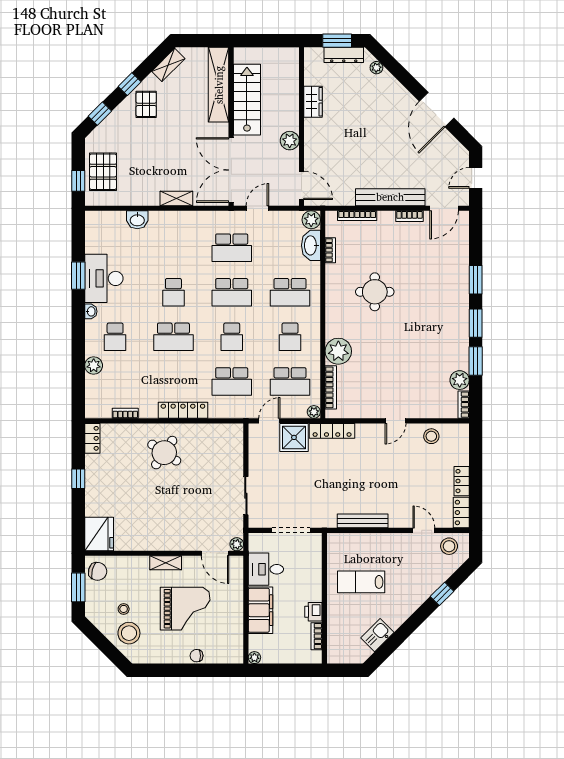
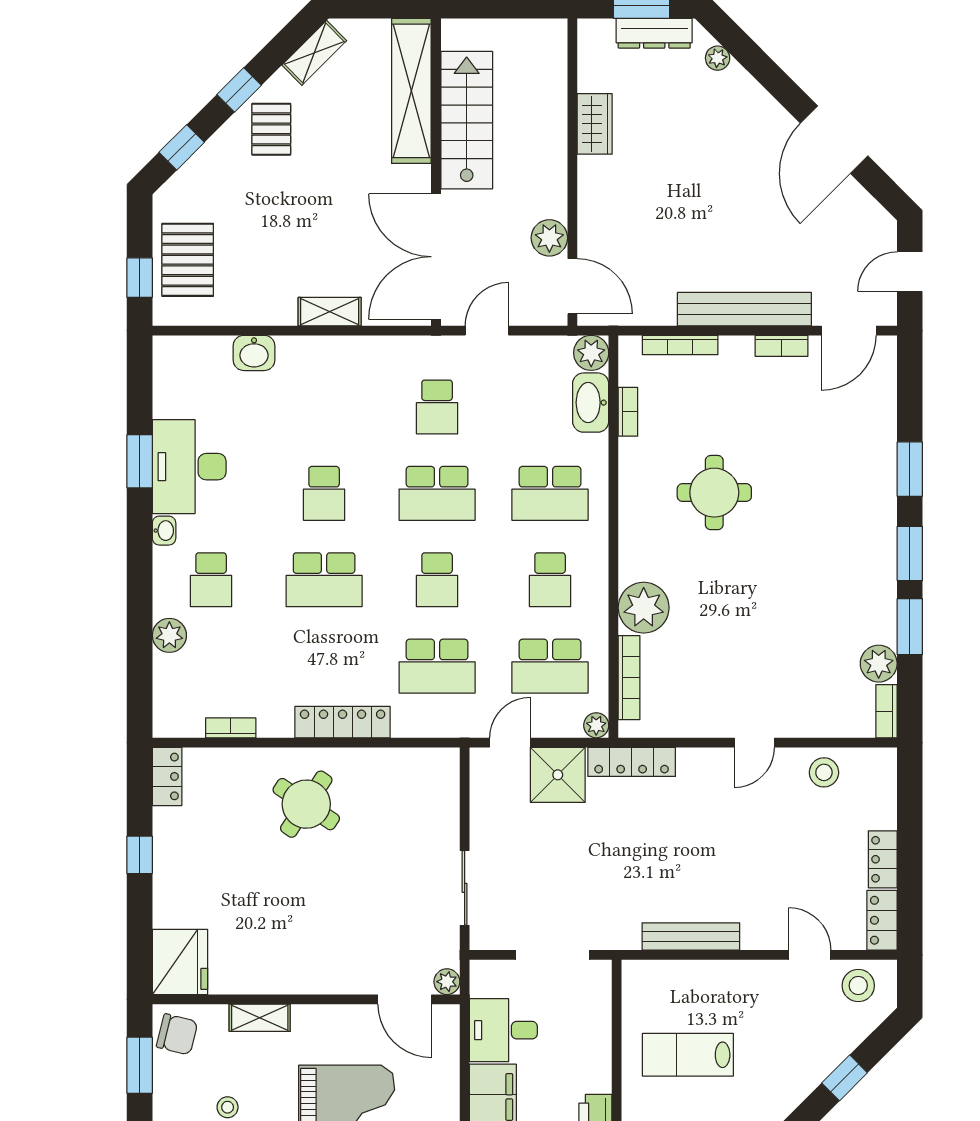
plant: (290, 141) -> (549, 238), moved
school desk: (232, 248) -> (437, 407), width x0.54
shelving: (166, 563) -> (260, 1018), moved

